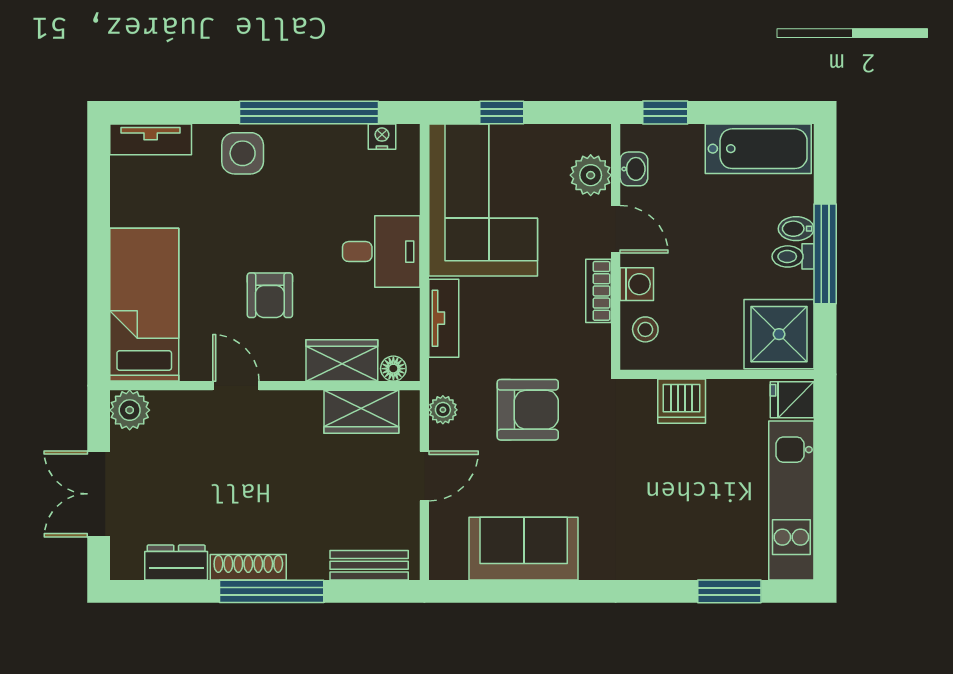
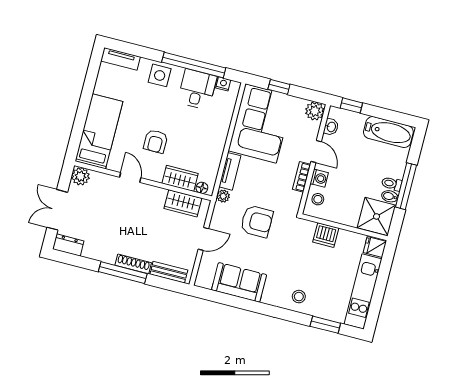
plant: (591, 175) -> (315, 111), moved
bidet: (796, 229) -> (390, 196), moved
desk: (381, 252) -> (197, 89), moved, turned -90
plant: (443, 410) -> (223, 196), moved
stool: (658, 546) -> (299, 297), added
dresser: (176, 563) -> (68, 245), moved
shoe rack: (248, 567) -> (133, 264), moved

